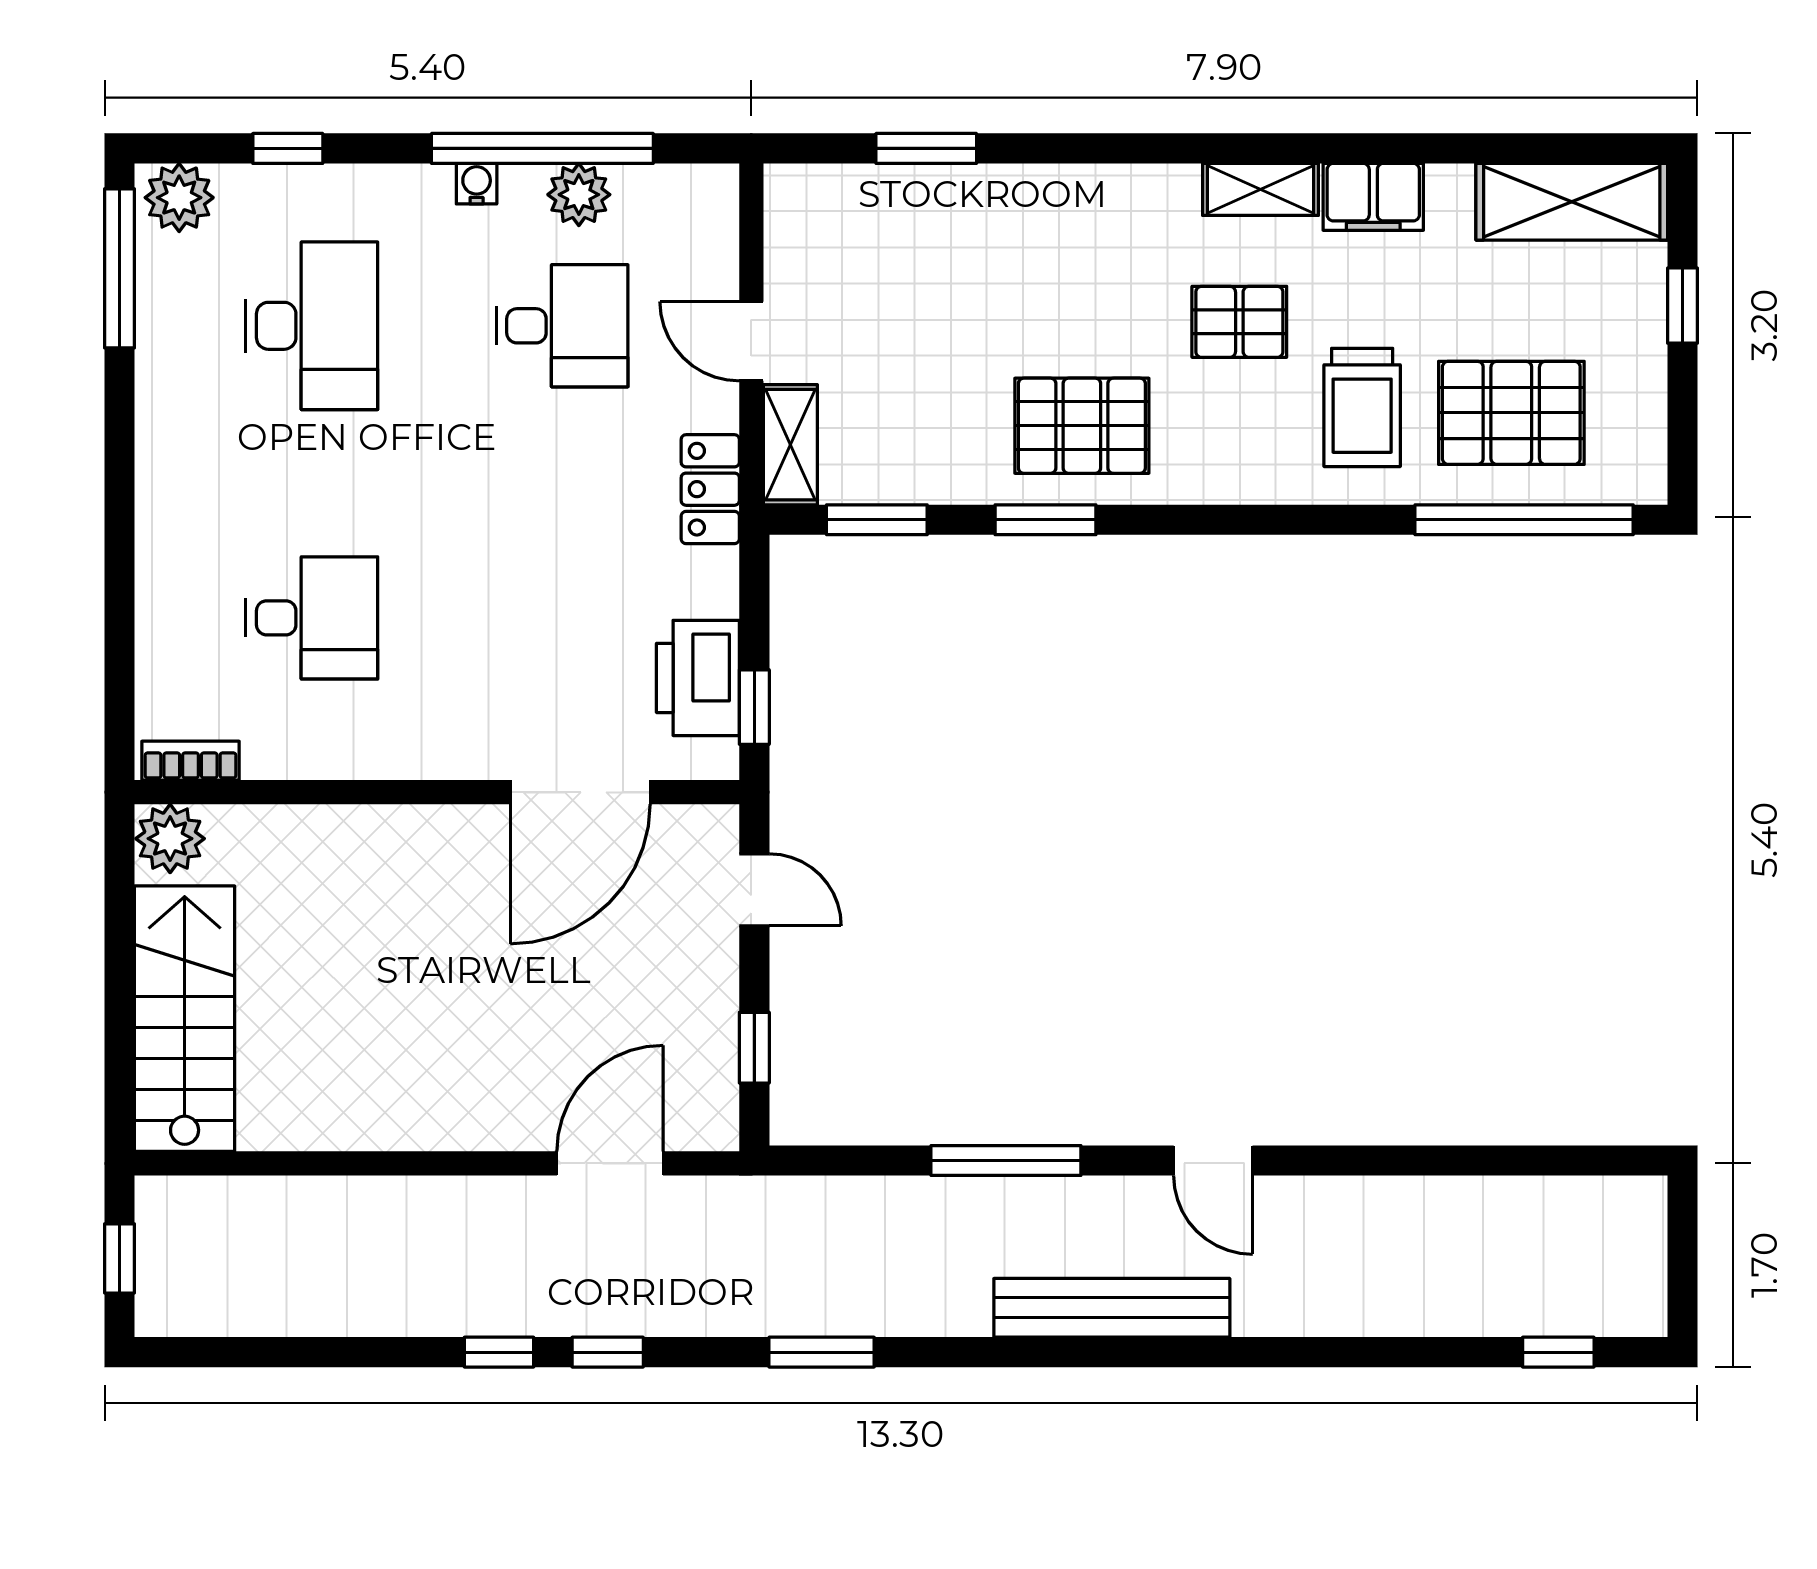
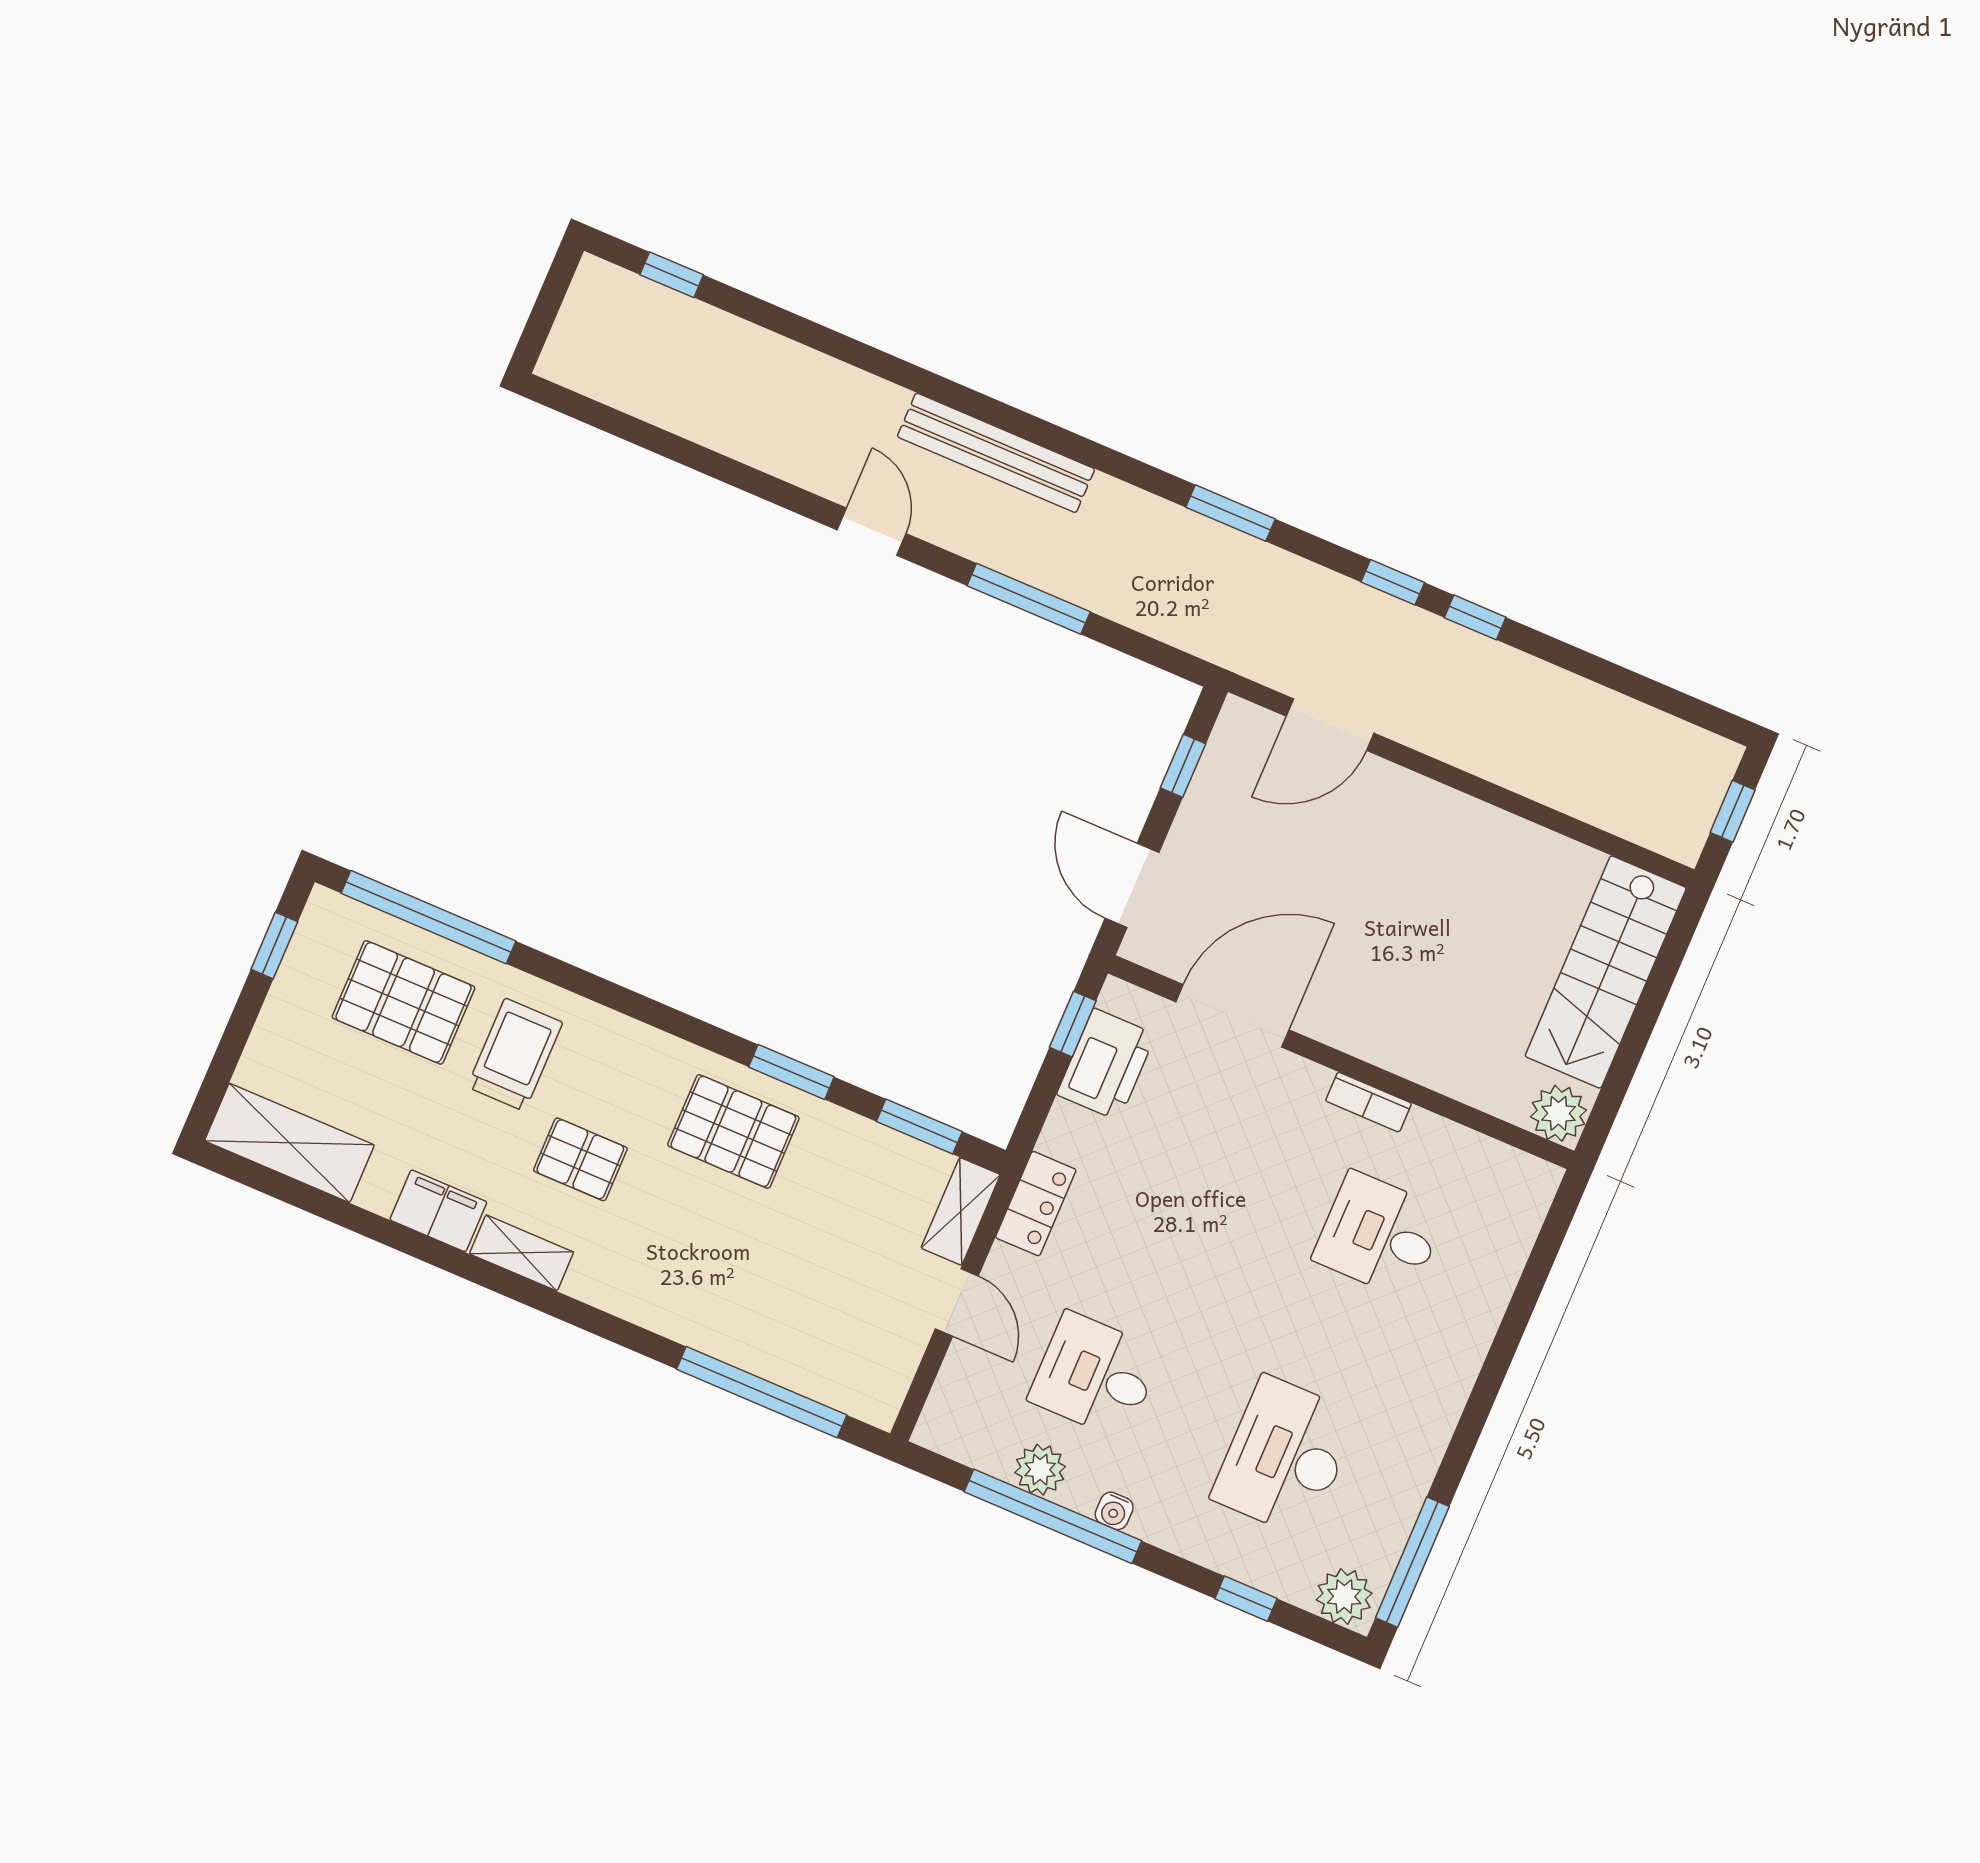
window: (926, 148) -> (762, 1392), width x2.11
window: (1682, 306) -> (274, 946), moved
bookcase: (191, 761) -> (1369, 1102), moved
door: (754, 890) -> (1132, 885), width x1.38

